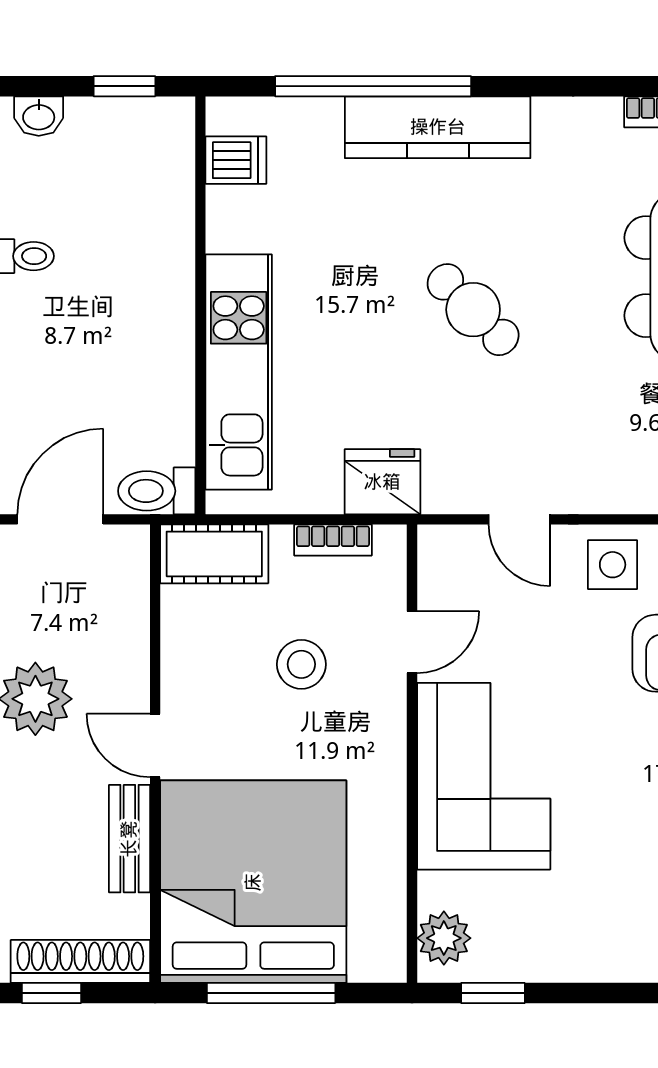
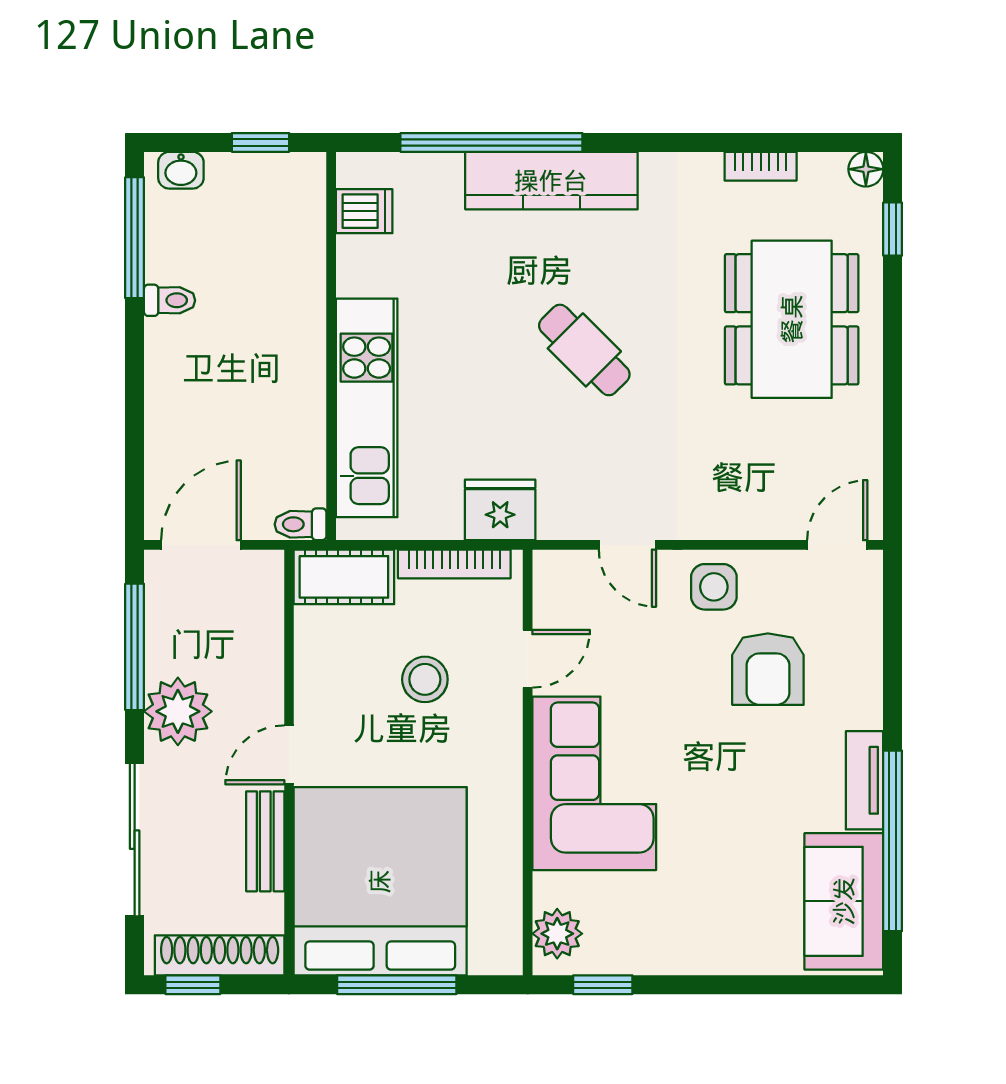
toilet: (157, 491) -> (301, 524), width x0.73, depth x0.72
bookcase: (333, 540) -> (454, 564), width x1.56
door: (155, 745) -> (289, 755), hinge flipped

